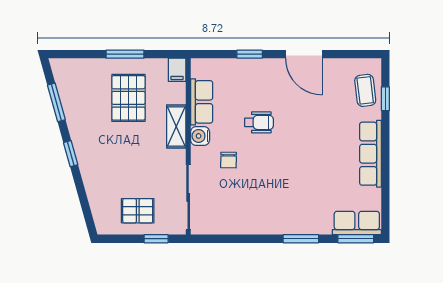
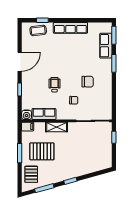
water cooler: (200, 136) -> (27, 115), moved
chair: (265, 187) -> (88, 82), added
pallet: (138, 211) -> (31, 174), moved
row of seats: (357, 223) -> (106, 46), moved

